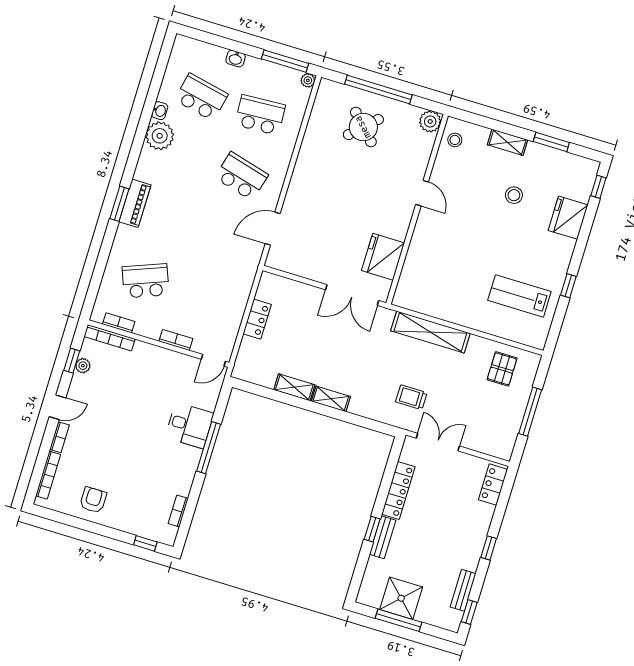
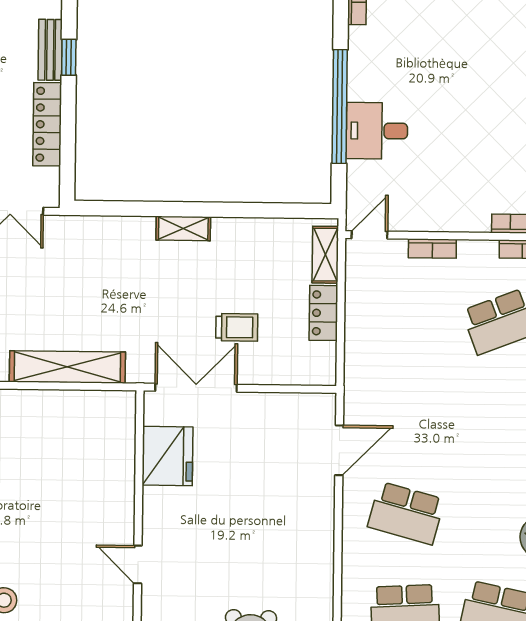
shelving: (294, 387) -> (325, 255), moved, turned 90
trolley: (411, 397) -> (237, 327), moved
window: (209, 448) -> (340, 106), width x1.46

